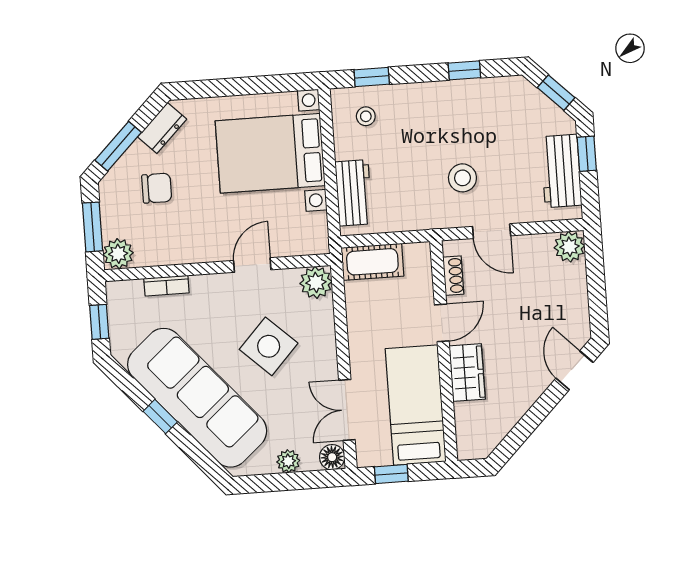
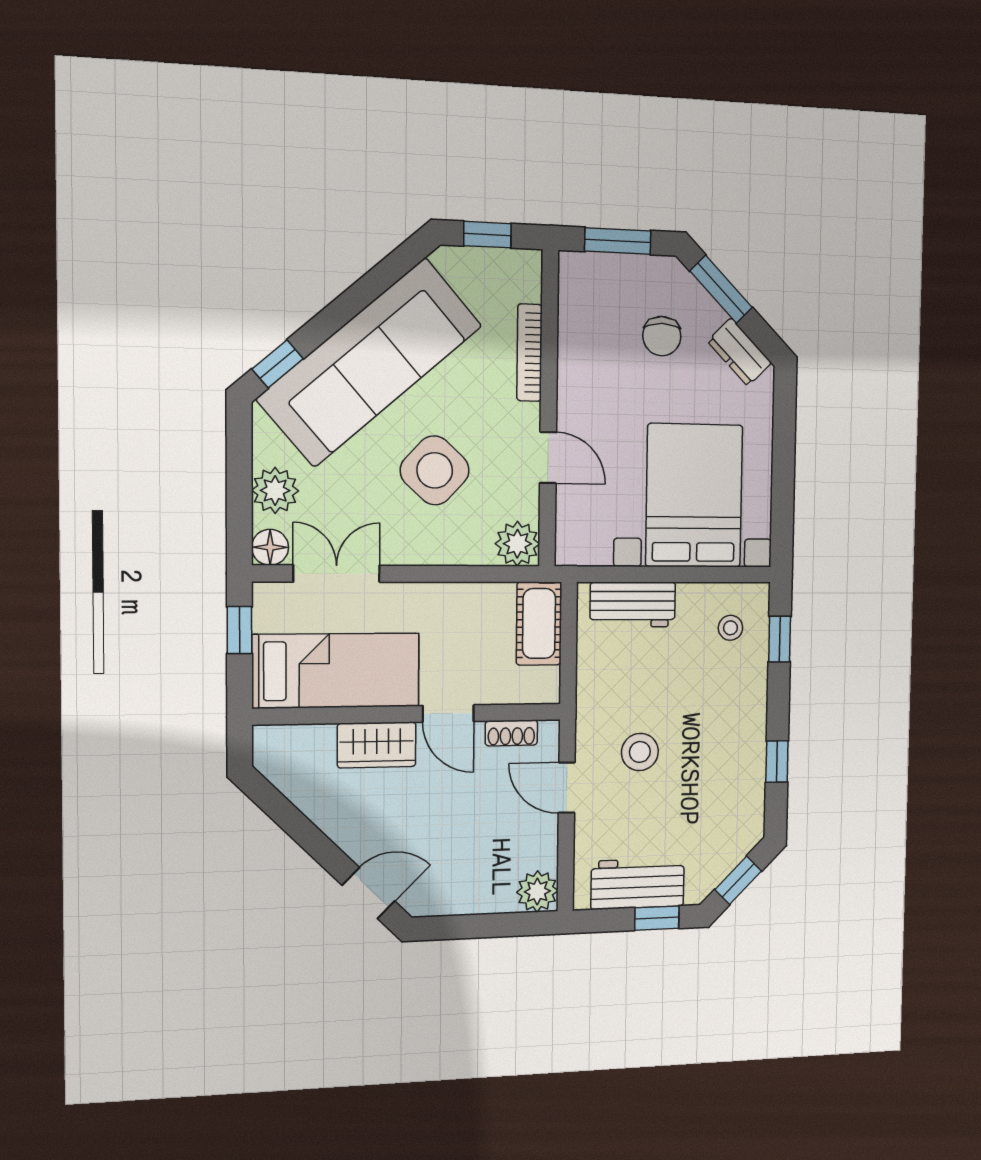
door: (492, 231) -> (567, 788), hinge flipped
plant: (118, 254) -> (579, 272), removed
bookcase: (166, 286) -> (530, 353), width x1.56
window: (160, 417) -> (278, 364), moved
plant: (288, 461) -> (275, 490), width x1.38, depth x1.38

